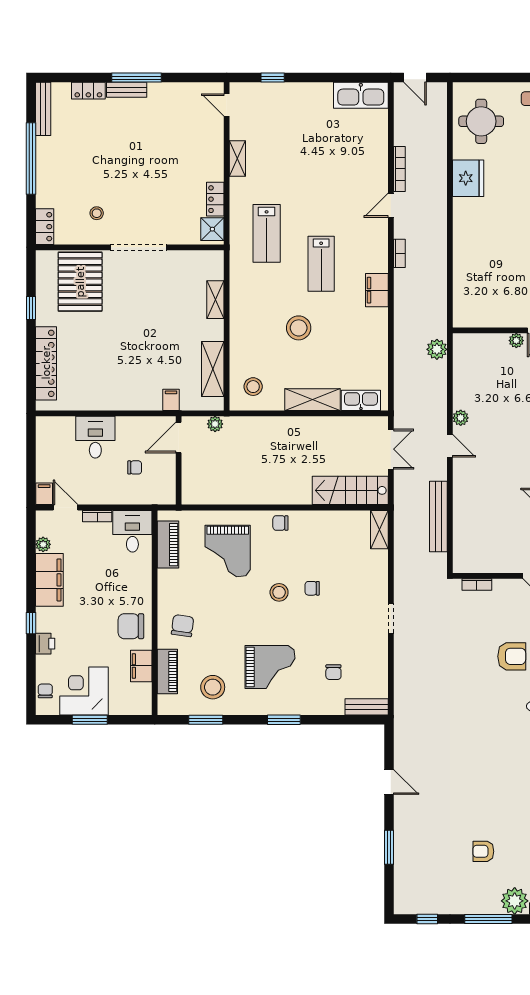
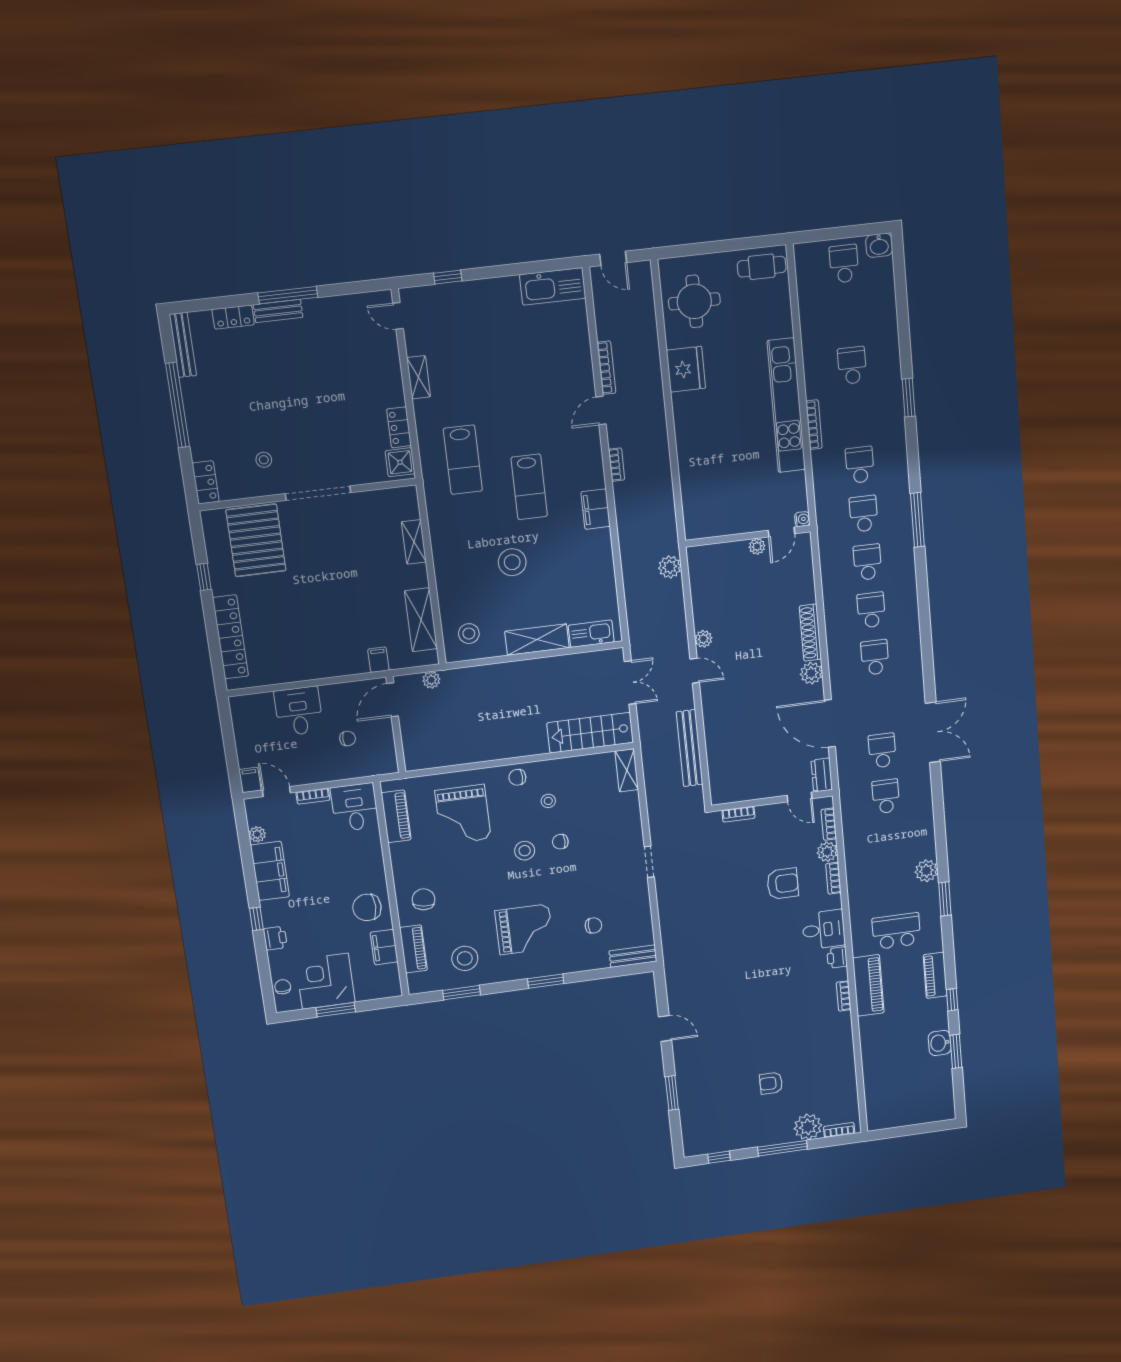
stool: (306, 549) -> (548, 801), added
chair: (333, 672) -> (593, 925), turned -90

